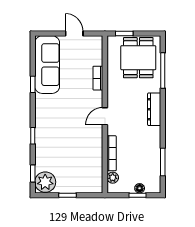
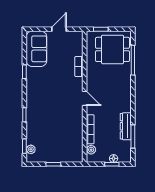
door: (74, 33) -> (59, 29), hinge flipped
dining table: (138, 58) -> (113, 49), turned 90
sofa: (47, 65) -> (36, 49), width x0.73
dresser: (154, 109) -> (126, 126), moved
door: (105, 116) -> (85, 98), swing flipped
plant: (45, 182) -> (31, 149), width x0.53, depth x0.53

